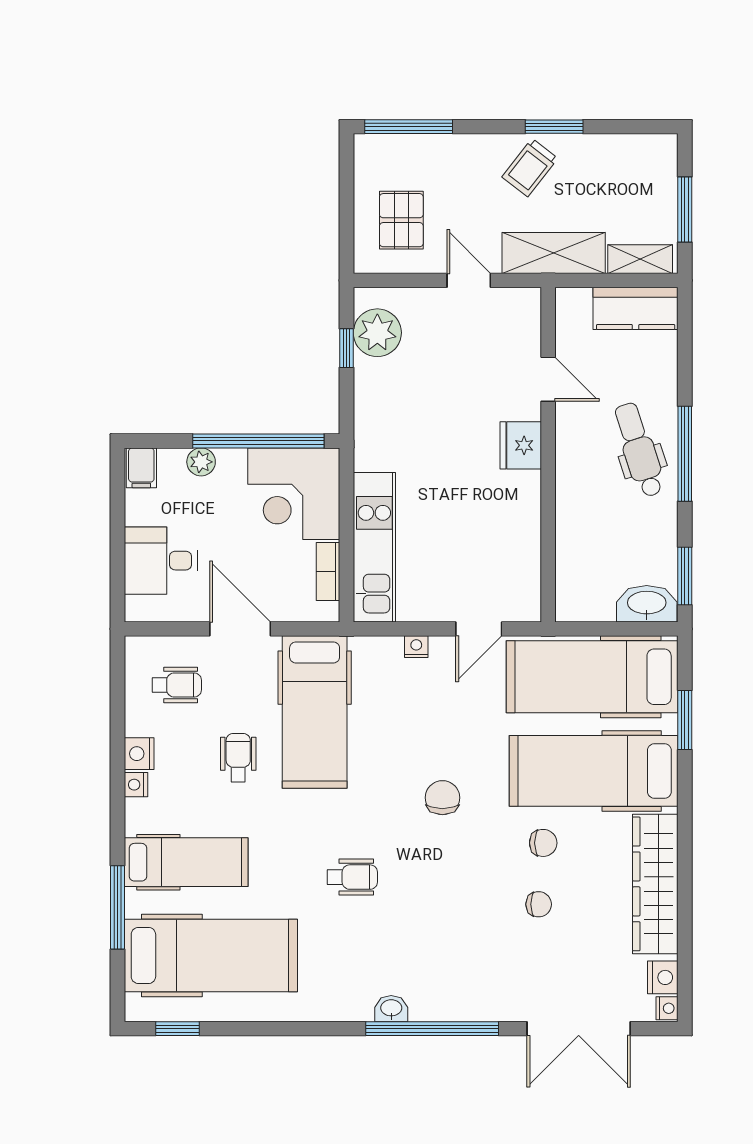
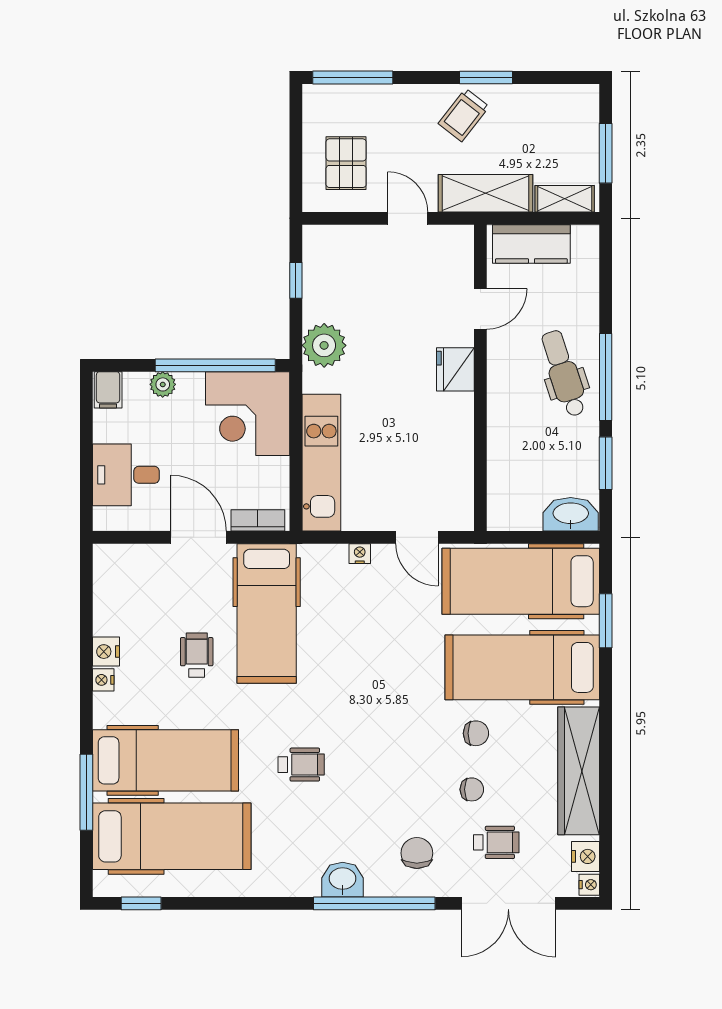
kitchen counter: (636, 308) -> (531, 244), moved
plant: (377, 333) -> (324, 345), moved
door: (548, 379) -> (480, 309), hinge flipped
bookcase: (328, 571) -> (258, 520), moved, turned 90
window: (685, 576) -> (606, 463), moved
door: (479, 629) -> (417, 537), hinge flipped
wheelchair: (177, 685) -> (496, 842), moved
chair: (442, 798) -> (417, 853), moved
hospital bed: (186, 862) -> (165, 760), width x1.37, depth x1.29
washbasin: (391, 1009) -> (343, 880), width x1.38, depth x1.45

